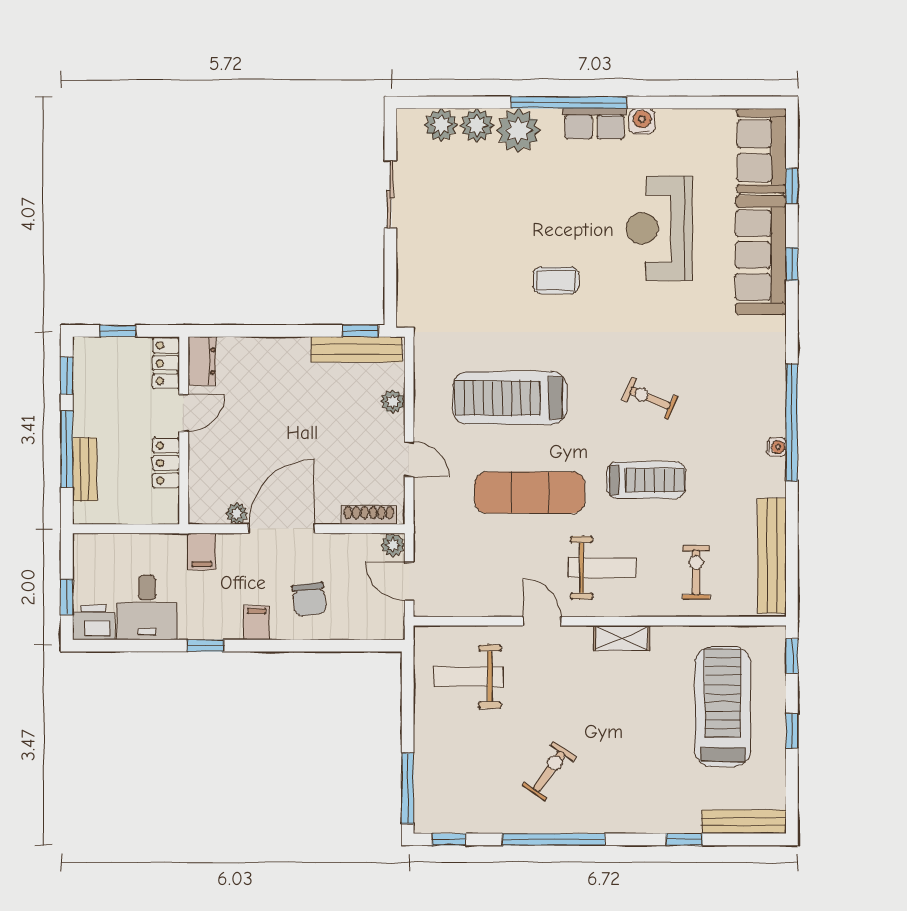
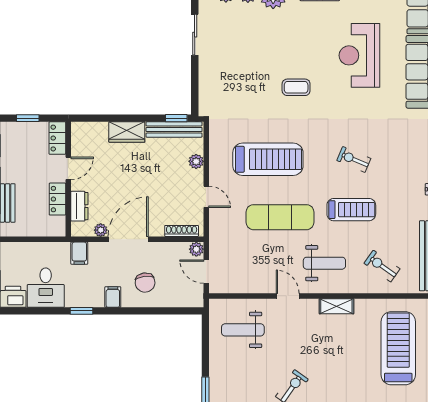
wardrobe: (279, 354) -> (127, 132), added
dresser: (202, 361) -> (79, 206), moved
treadmill: (510, 398) -> (268, 159), turned 180
exercise bike: (696, 572) -> (382, 266), turned -55

